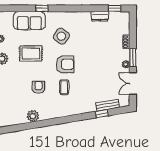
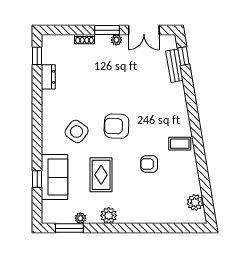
window: (42, 8) -> (37, 179), moved
armchair: (65, 64) -> (116, 126), turned -88
coffee table: (64, 87) -> (180, 144), moved
window: (102, 114) -> (183, 56), moved
plant: (33, 116) -> (195, 202), moved

